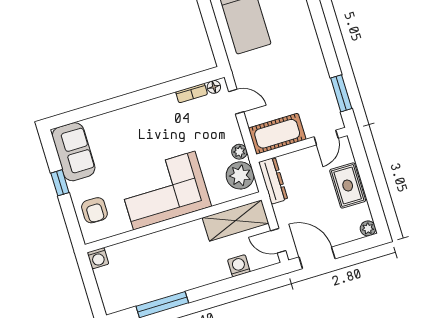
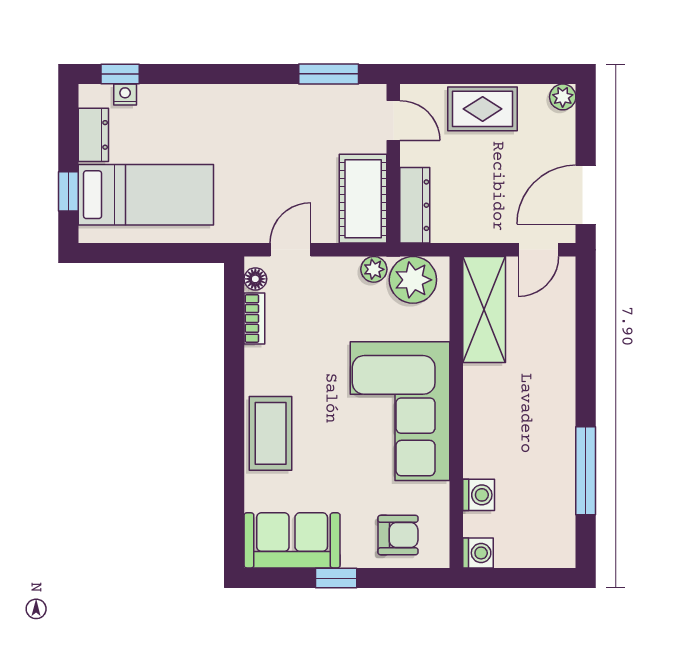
coffee table: (130, 122) -> (271, 433), added
dresser: (273, 181) -> (415, 205), moved, turned 90
washing machine: (239, 266) -> (479, 495), moved, turned 180

